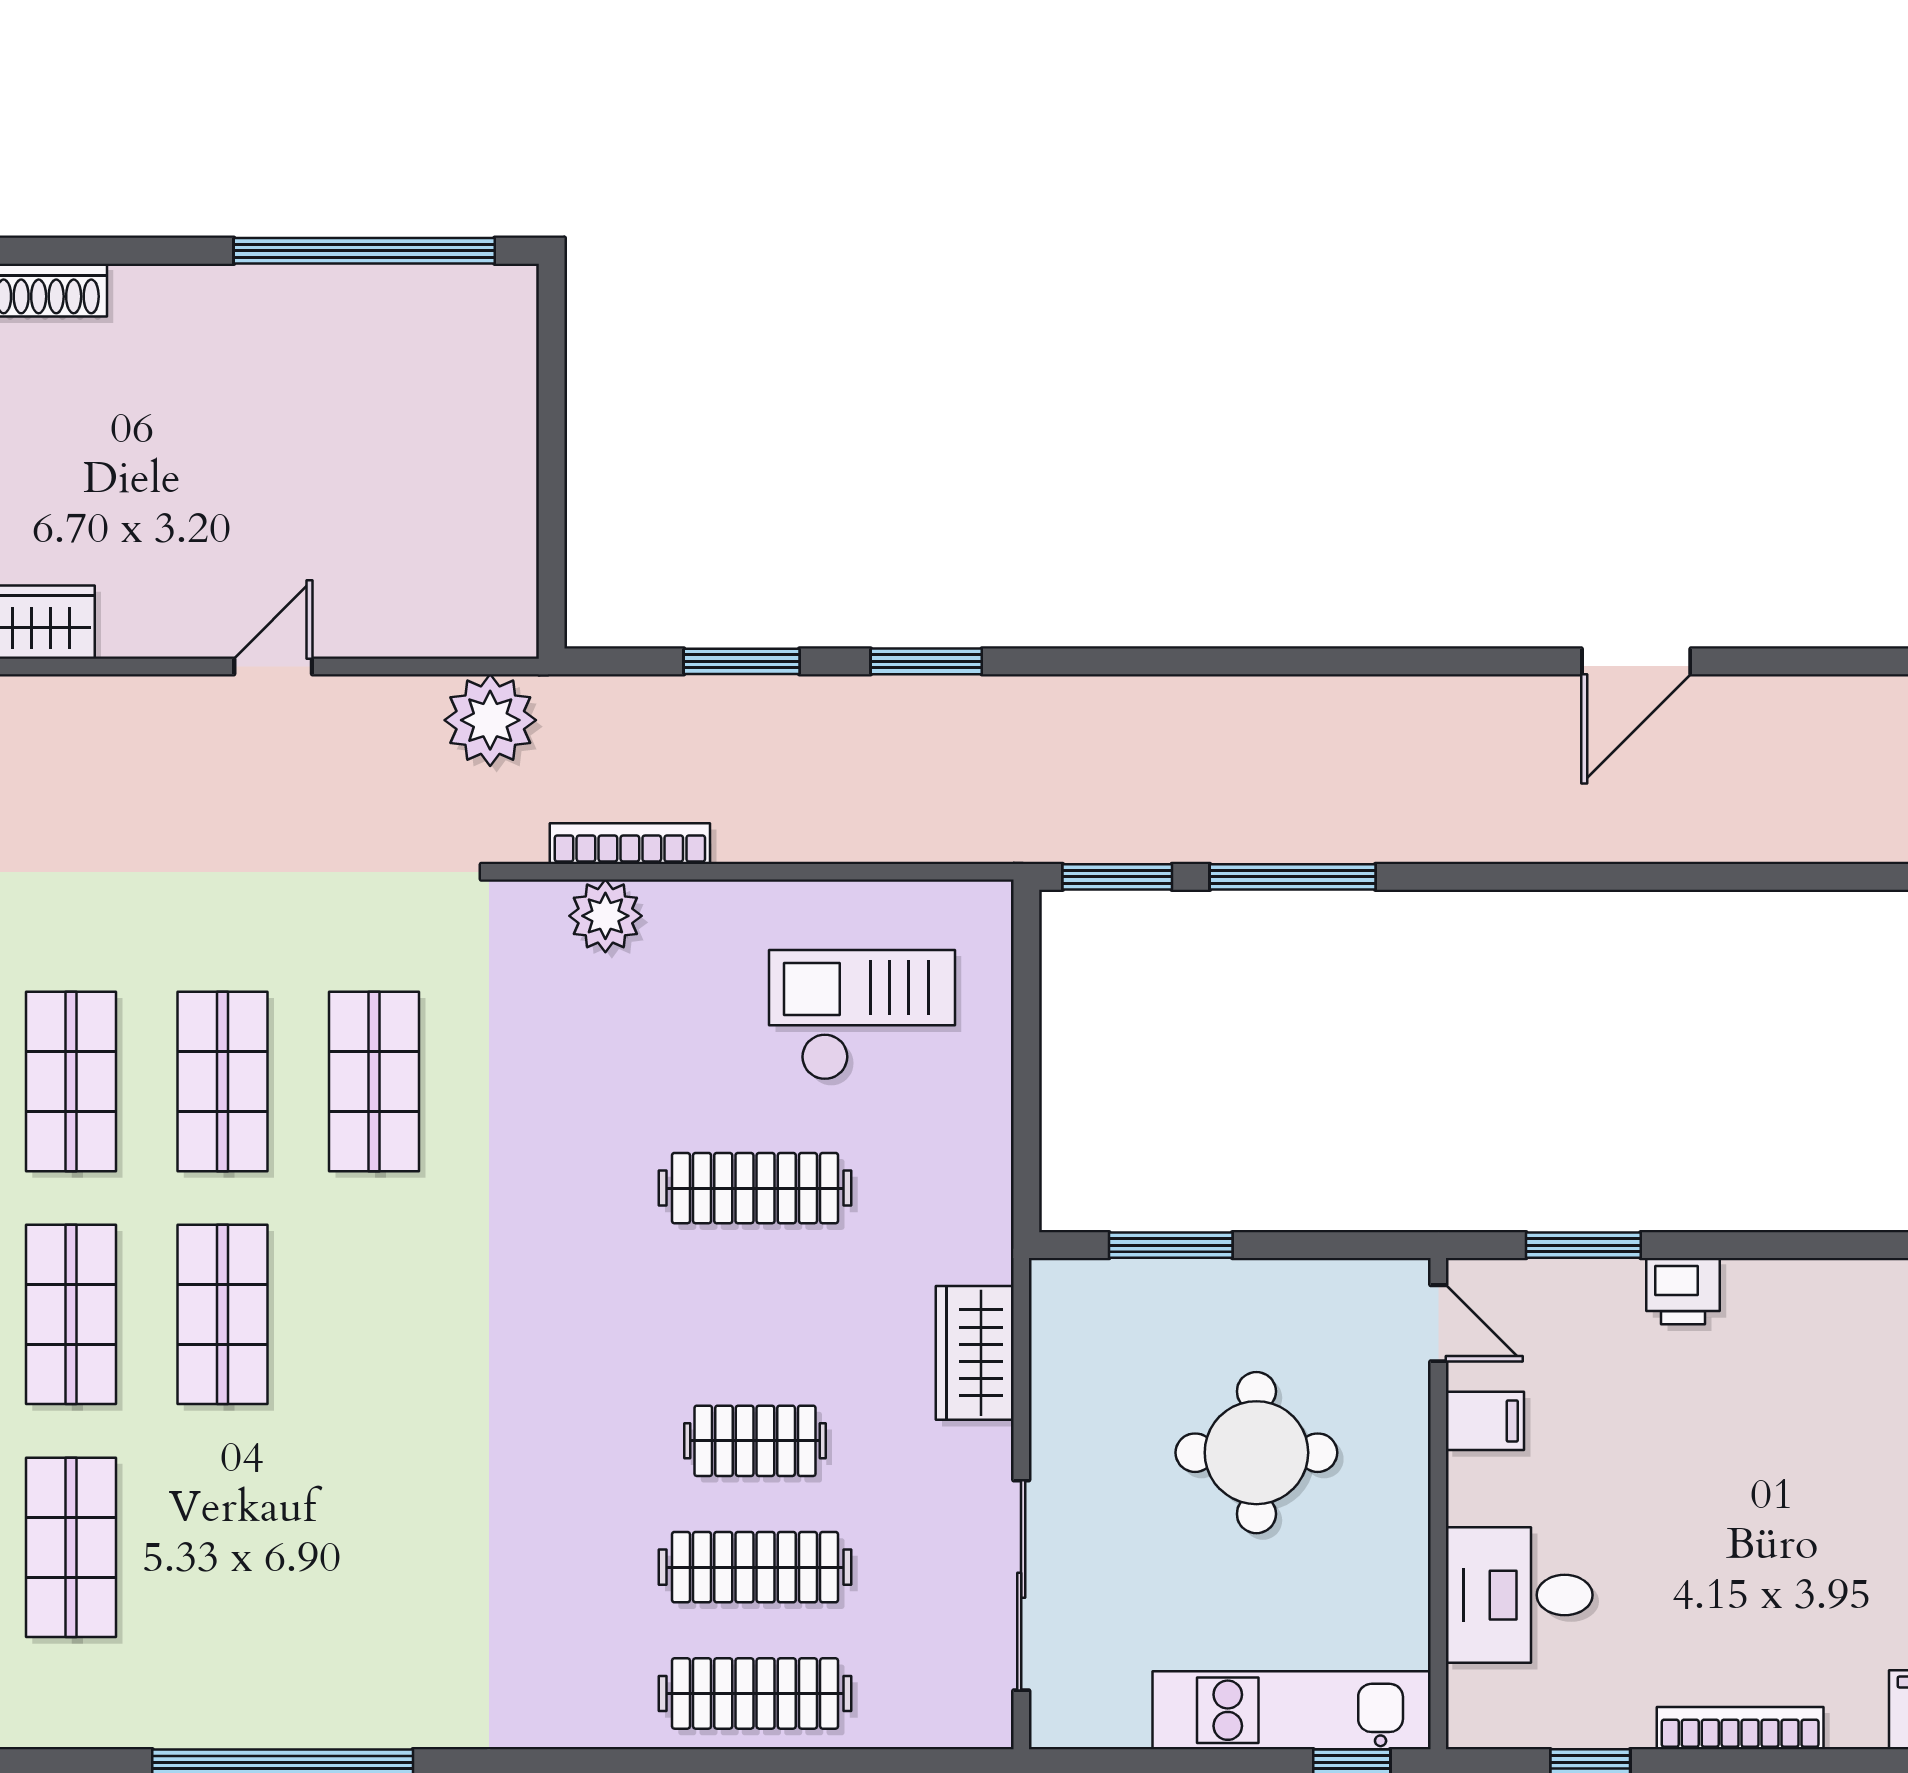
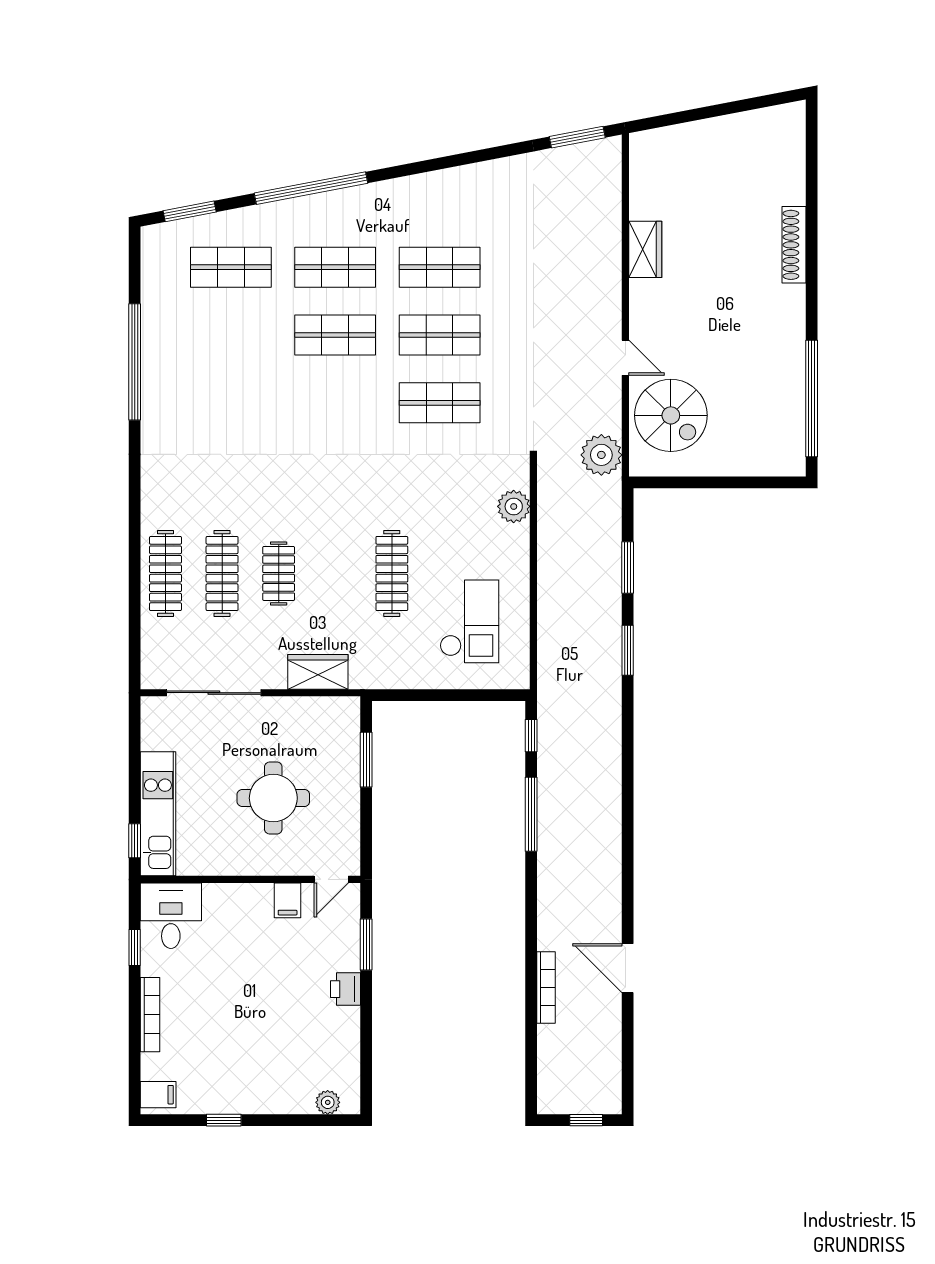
spiral stairs: (402, 565) -> (671, 415), added
bookcase: (630, 844) -> (546, 987), moved
window: (1117, 877) -> (531, 736), width x0.67
desk: (1519, 1595) -> (171, 916), moved

